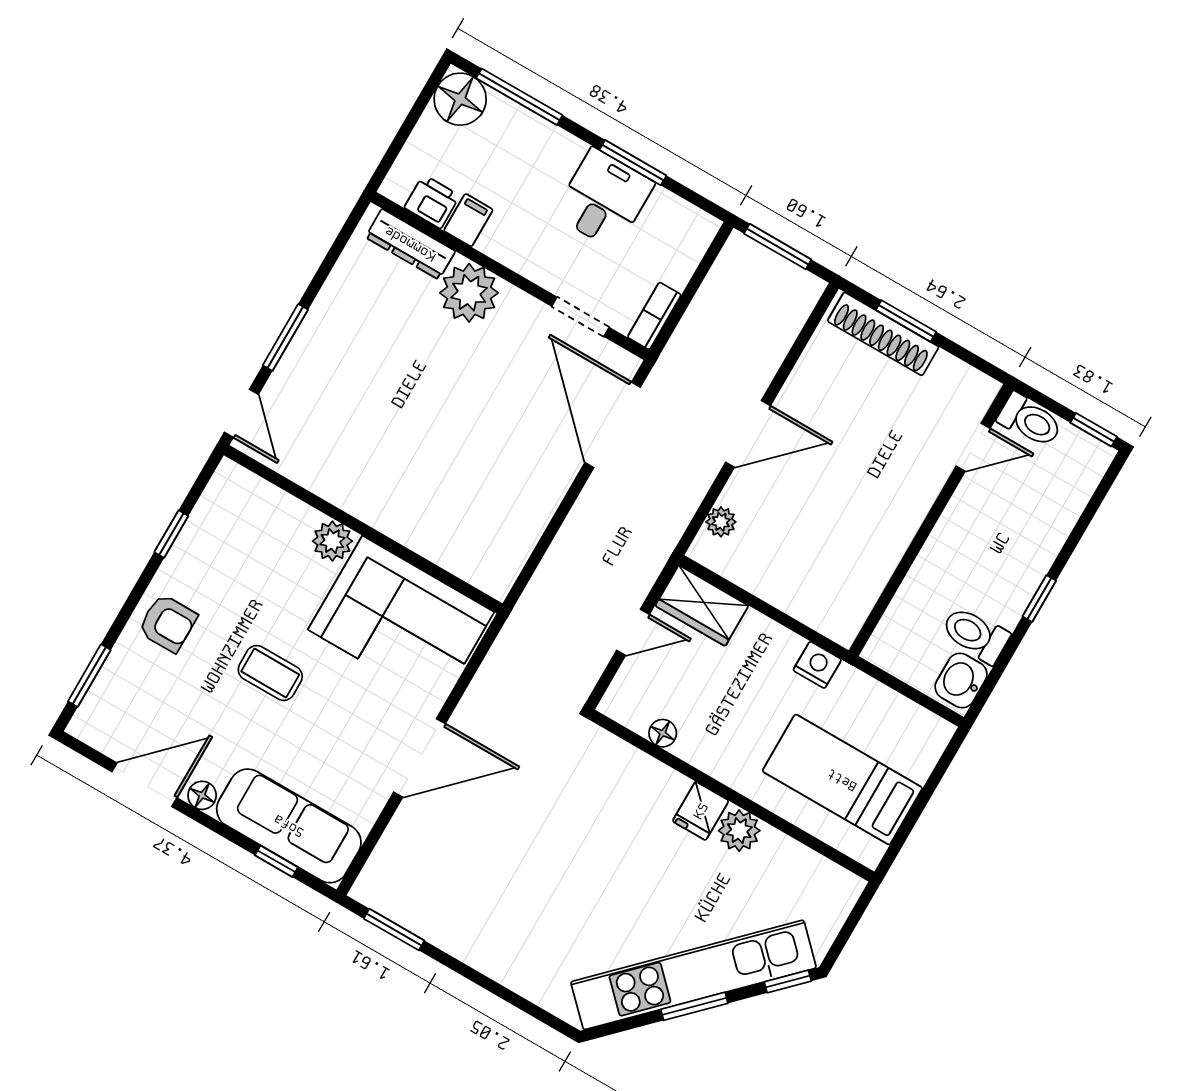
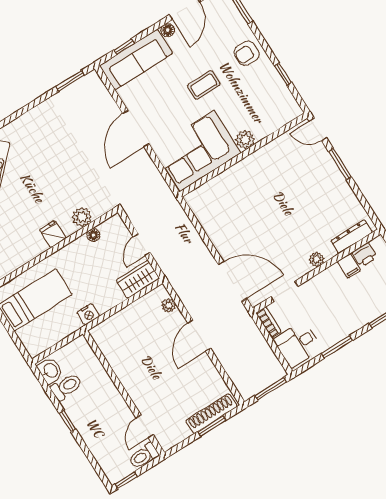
desk: (604, 199) -> (298, 344), moved, turned 90
plant: (469, 293) -> (317, 259), width x0.53, depth x0.53
plant: (739, 831) -> (82, 217), moved

